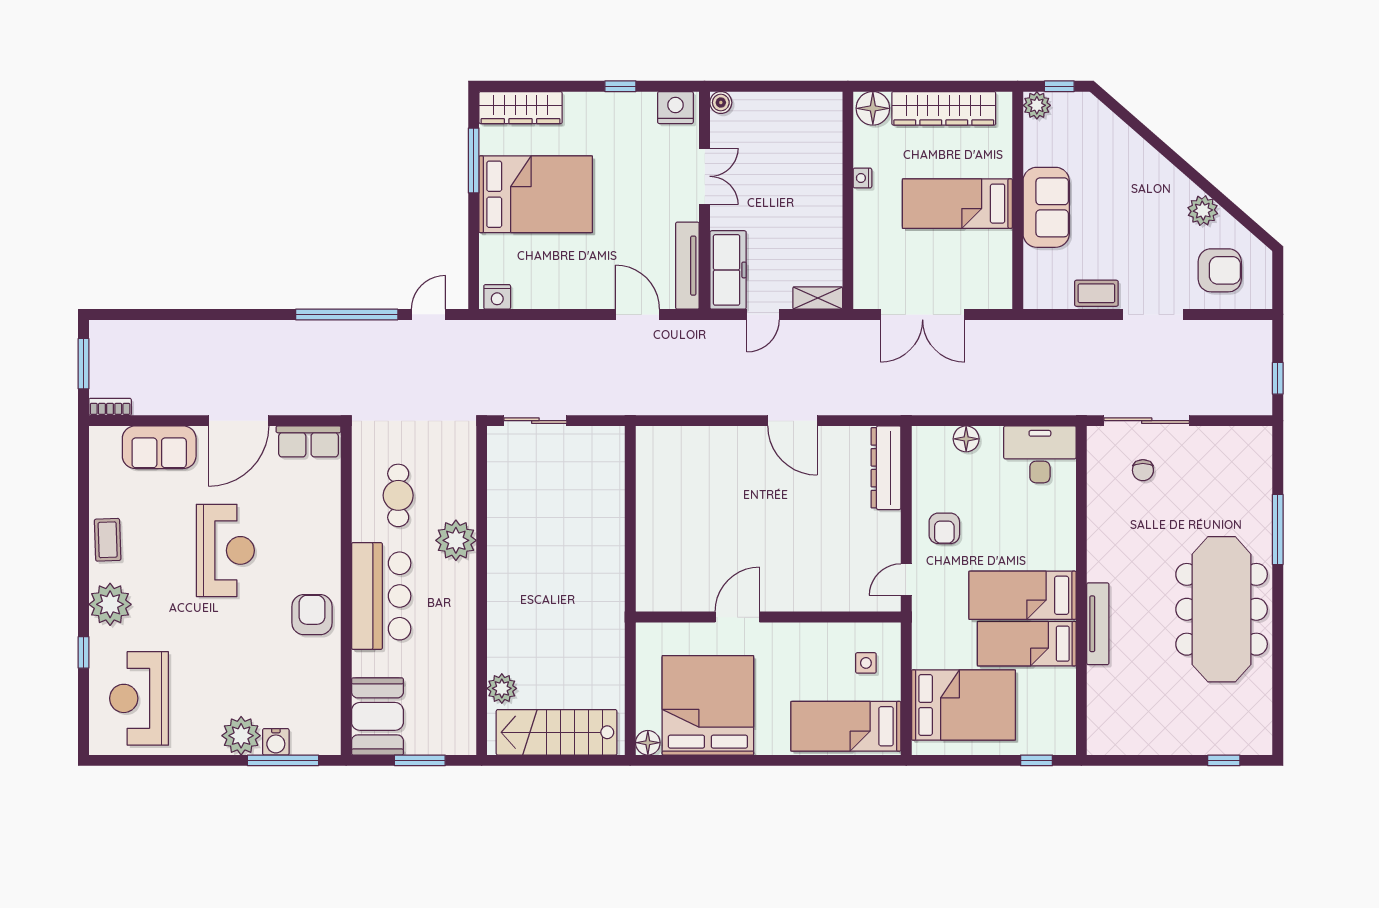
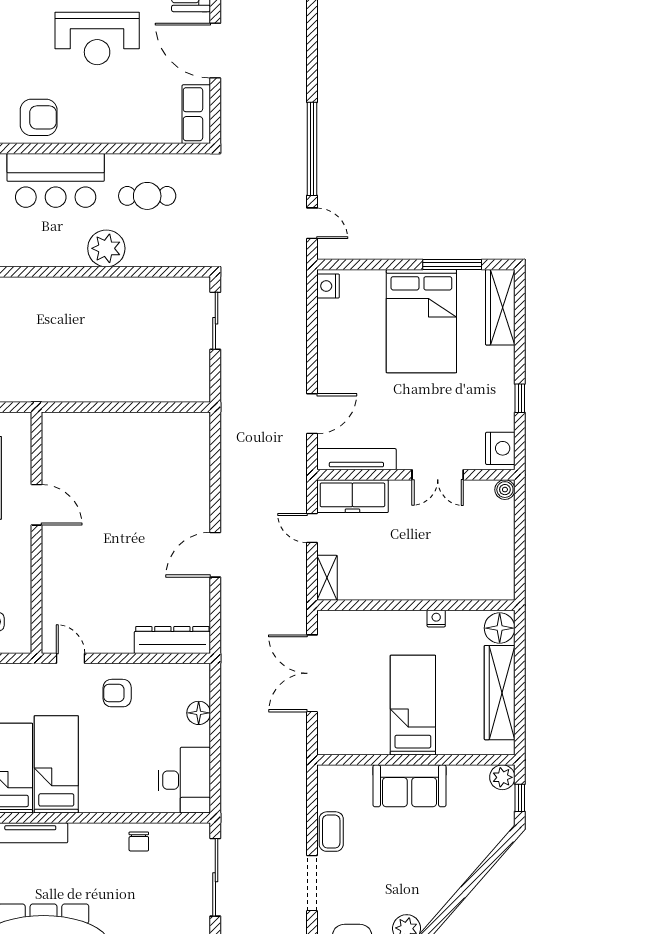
chair: (1143, 470) -> (139, 841), moved, turned -90

